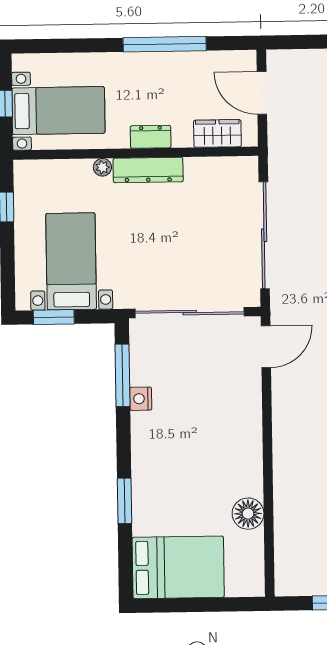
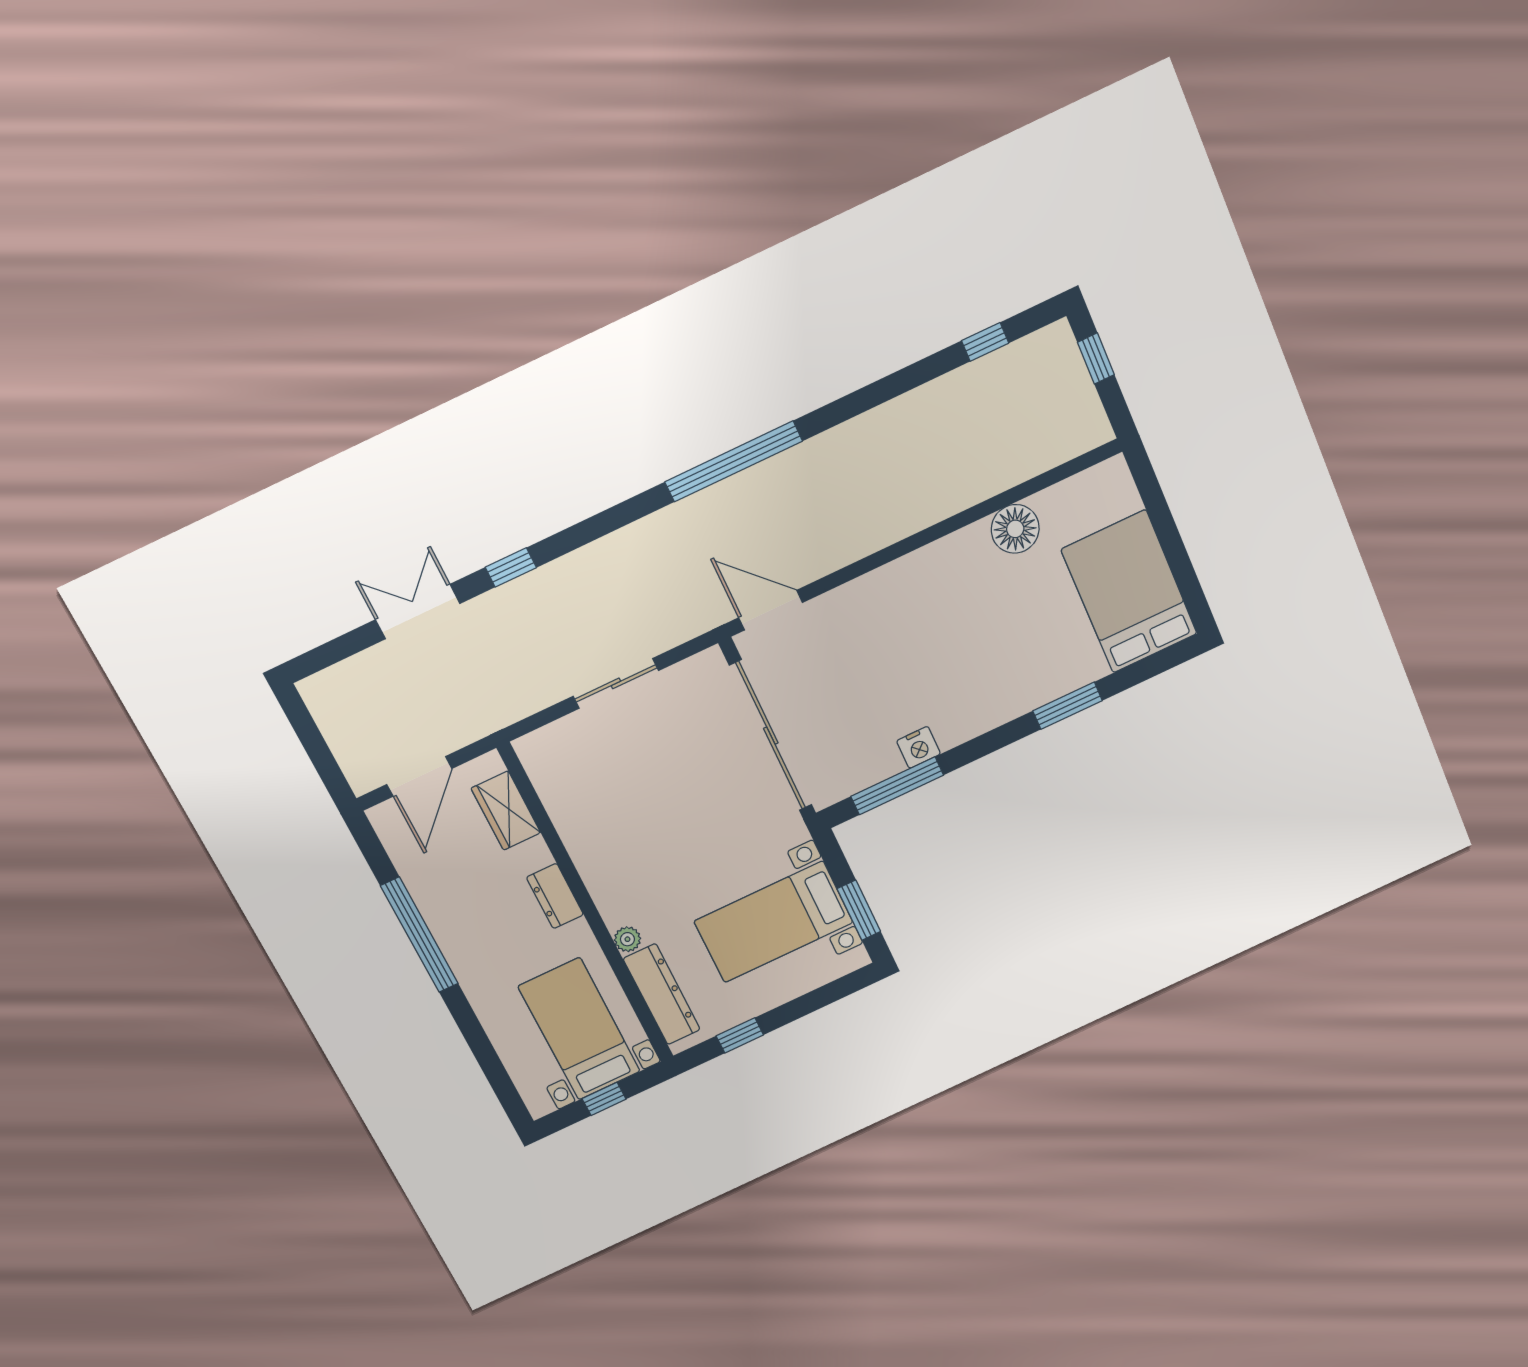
dresser: (148, 170) -> (662, 994), moved
sliding door: (264, 235) -> (616, 683), width x0.54

